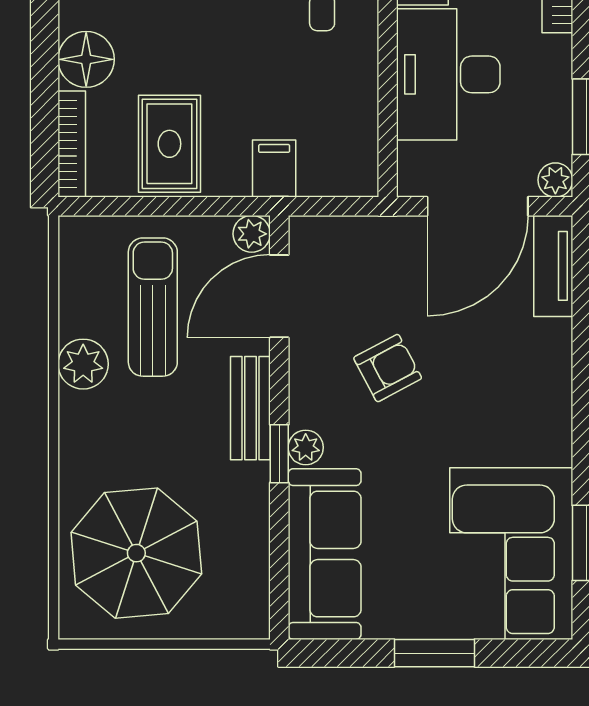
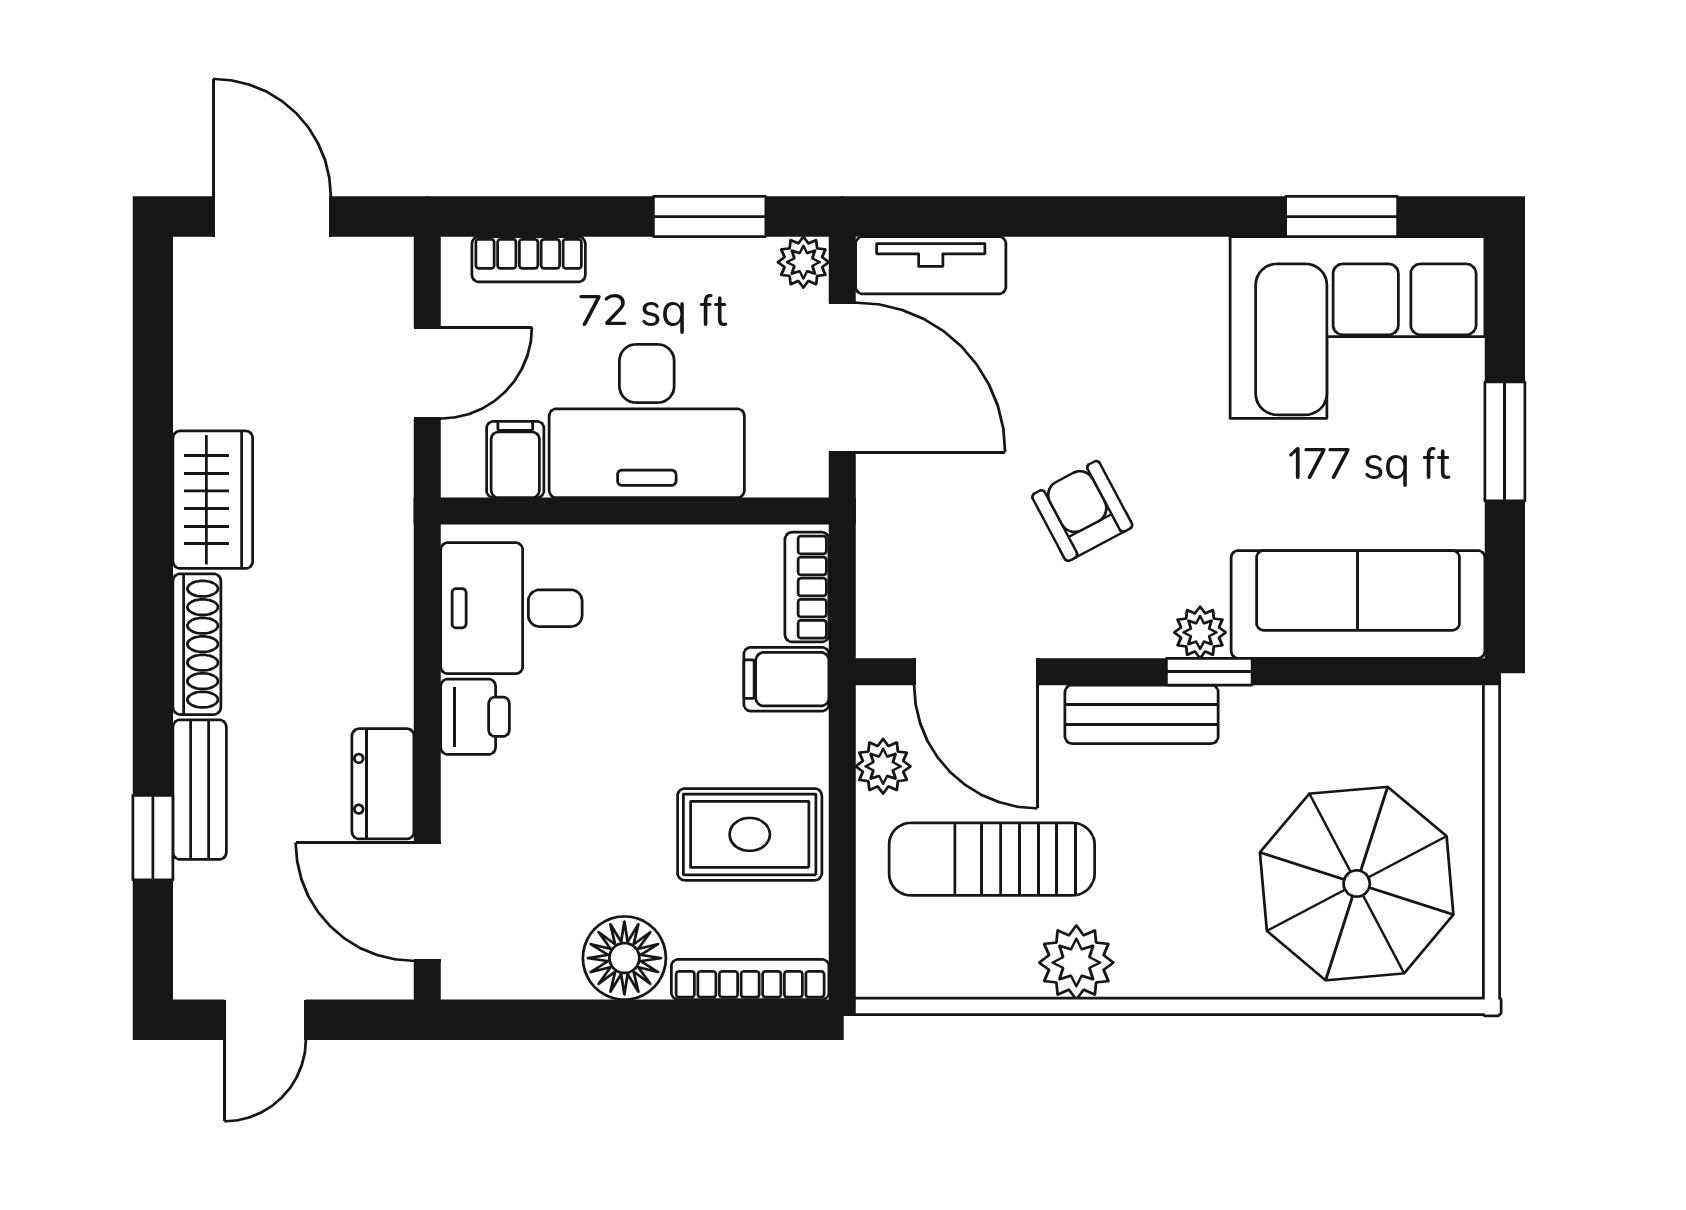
bookcase: (336, 182) -> (807, 587), added
plant: (252, 234) -> (883, 766), moved

